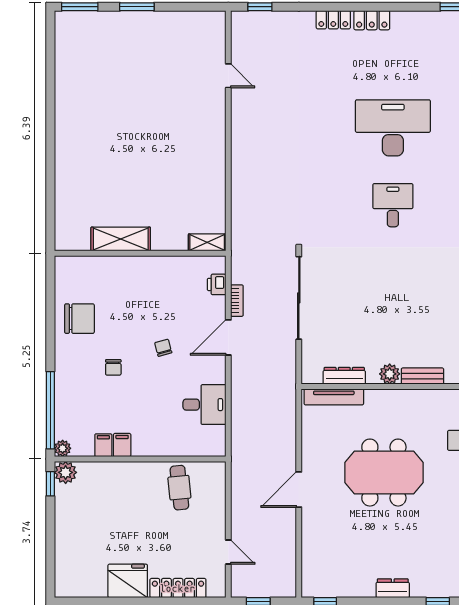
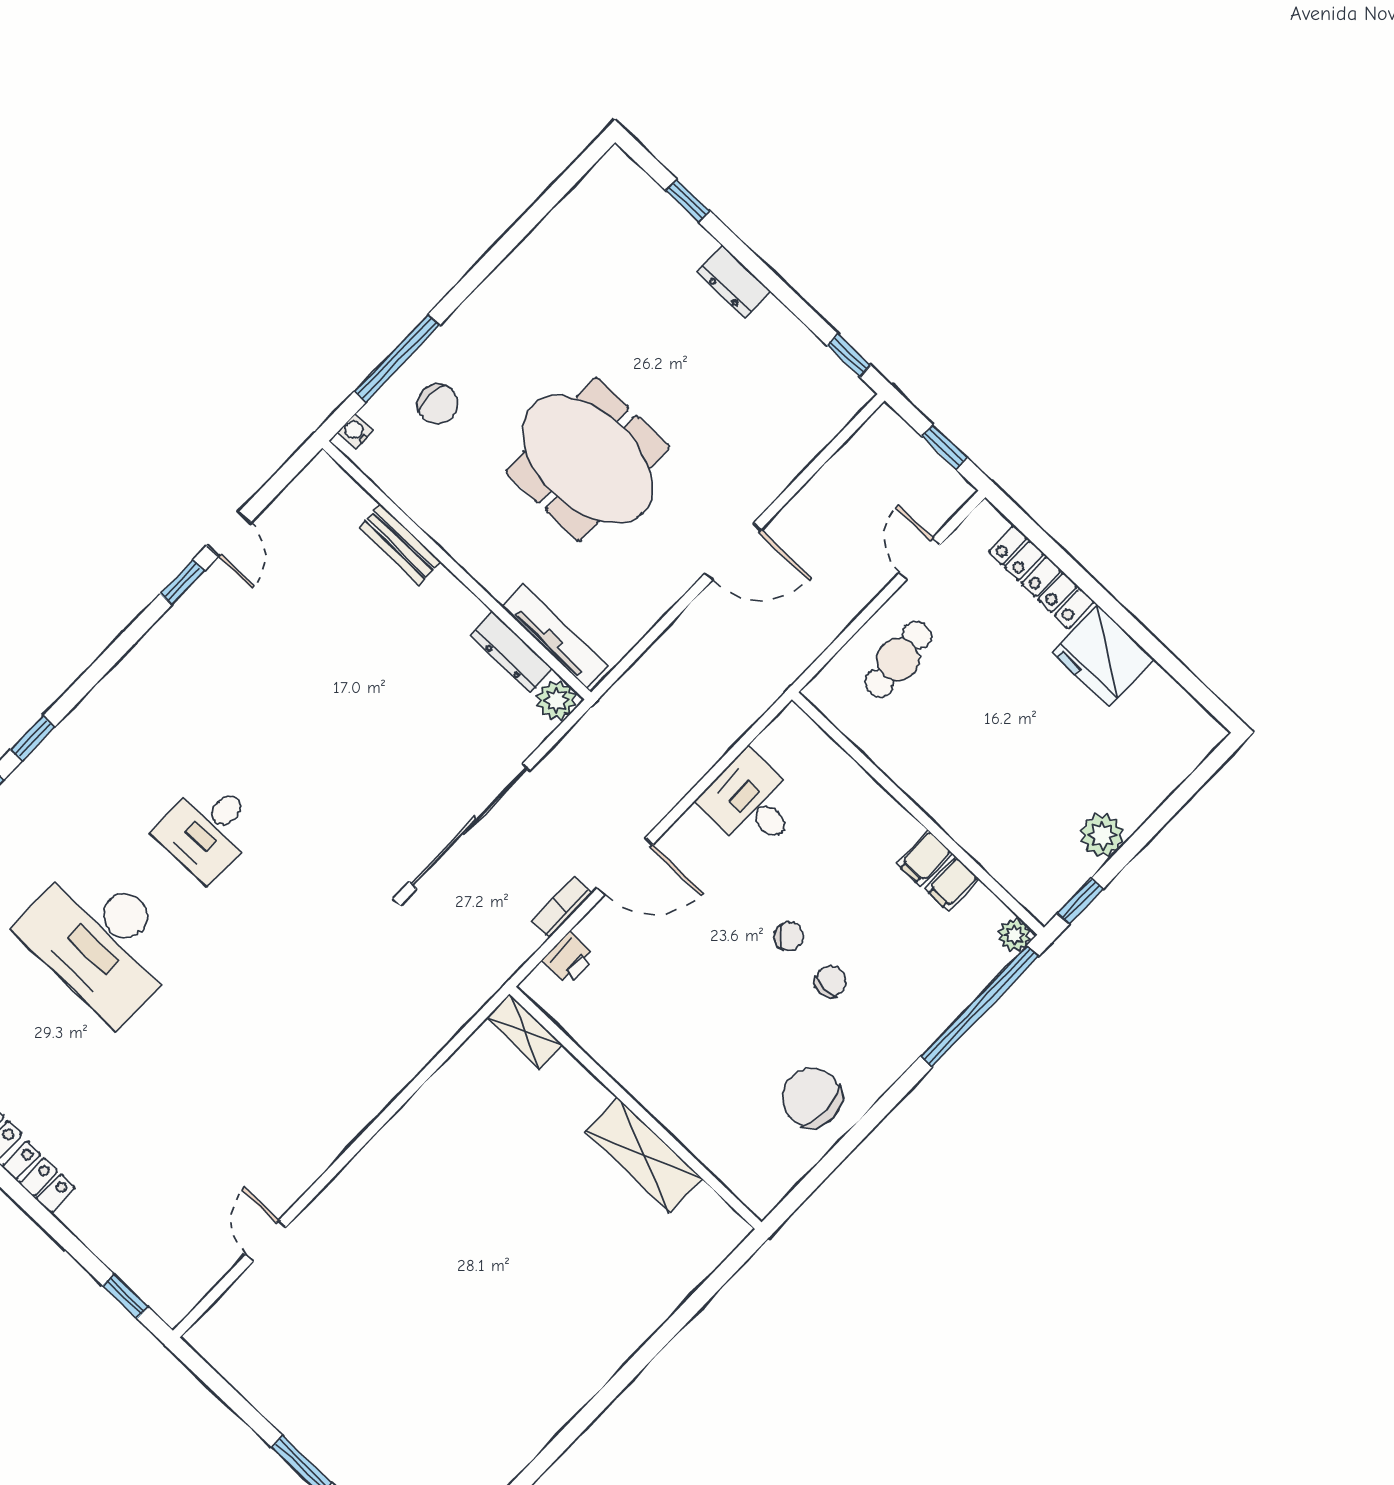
chair: (163, 348) -> (789, 936), moved, turned -120
plant: (390, 374) -> (556, 700), moved
plant: (66, 472) -> (1102, 835), moved
cafe table: (179, 488) -> (898, 659), moved

